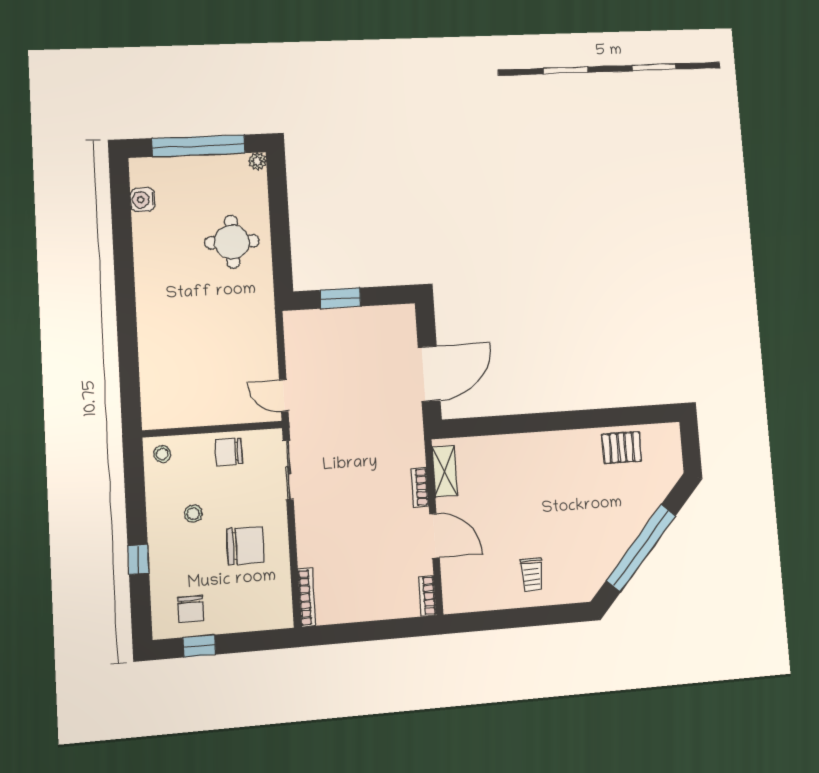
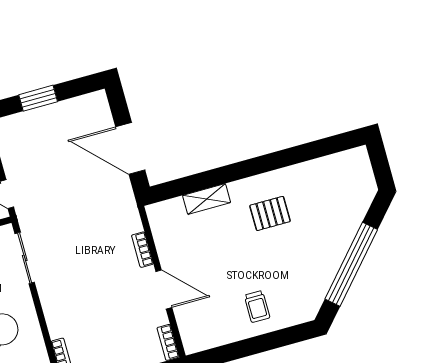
door: (429, 374) -> (130, 148), swing flipped
pallet: (622, 448) -> (270, 213), moved
shelving: (445, 471) -> (207, 199), moved, turned 90

